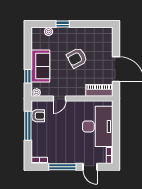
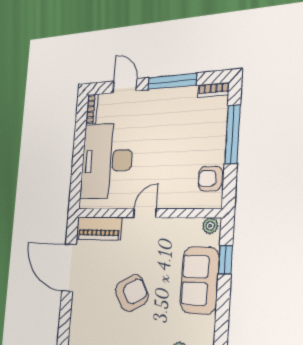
door: (60, 99) -> (145, 213), moved
window: (28, 126) -> (232, 134), moved

